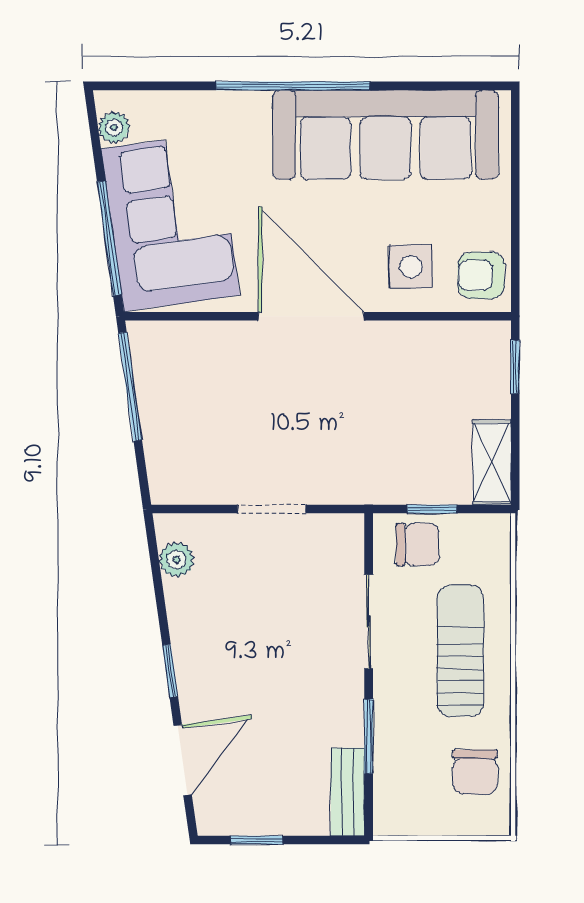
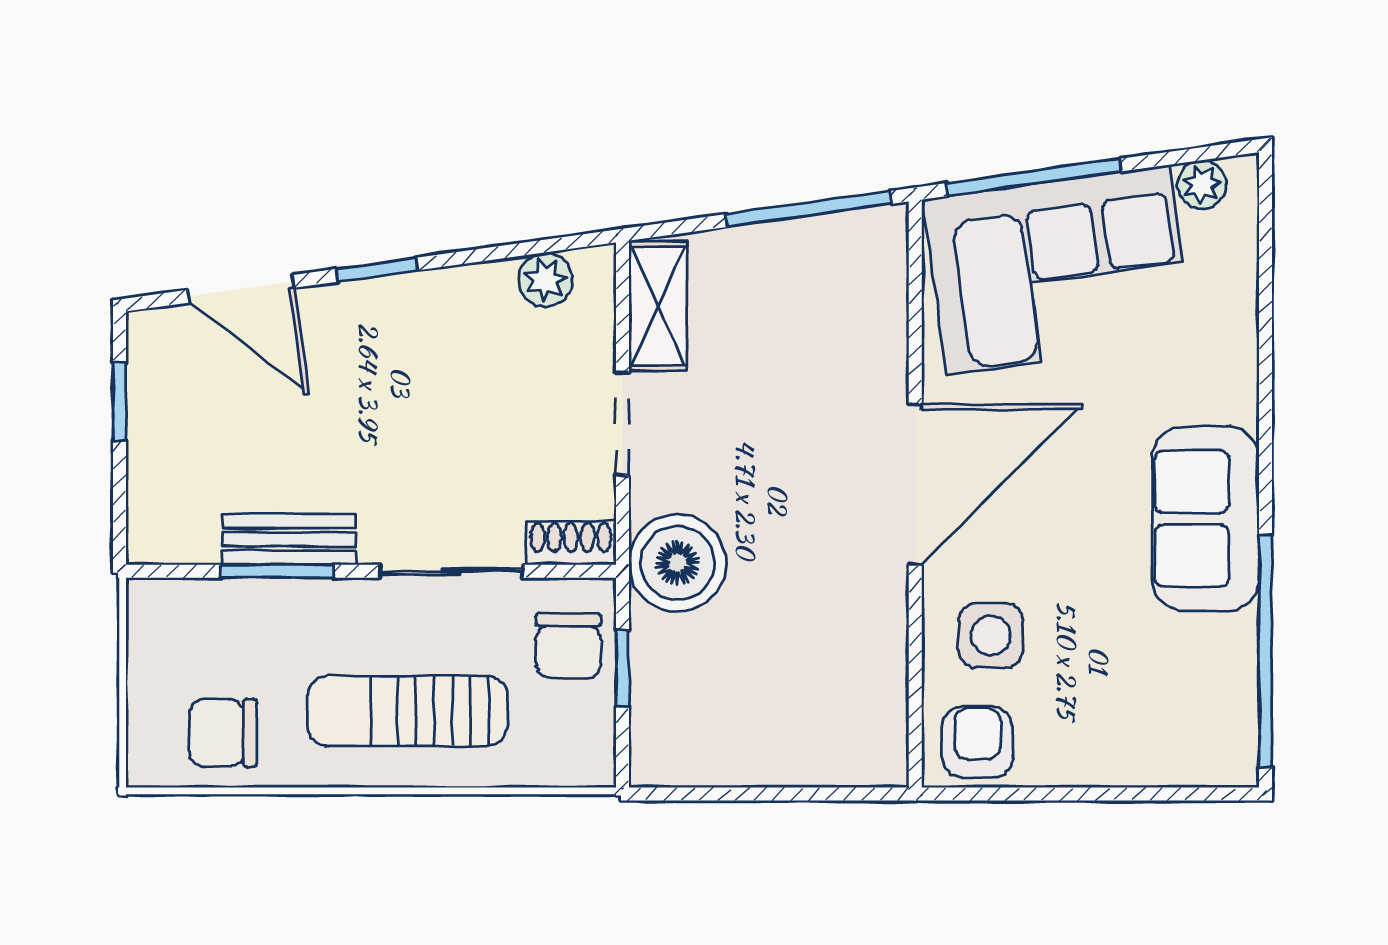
window: (293, 86) -> (1265, 651), moved
sofa: (386, 135) -> (1206, 519), width x0.54, depth x0.79
window: (515, 367) -> (838, 794), removed
shelving: (492, 462) -> (658, 306), moved, turned 90
boiler: (363, 473) -> (677, 563), added
shoe rack: (350, 543) -> (571, 543), added
sun lounger: (460, 651) -> (407, 711), turned 180
bench: (348, 792) -> (289, 539), moved

